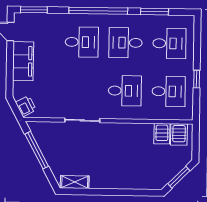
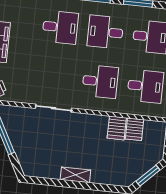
server rack: (179, 135) -> (117, 128), moved
shelving: (75, 182) -> (75, 175), moved

